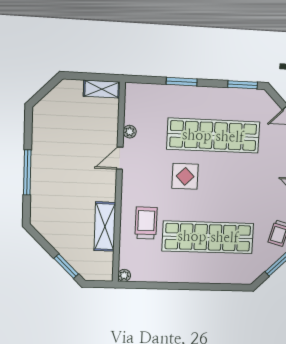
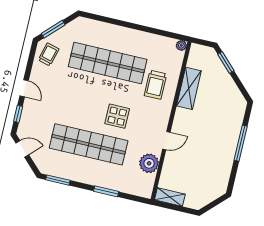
plant: (130, 132) -> (149, 163), width x1.88, depth x1.88

